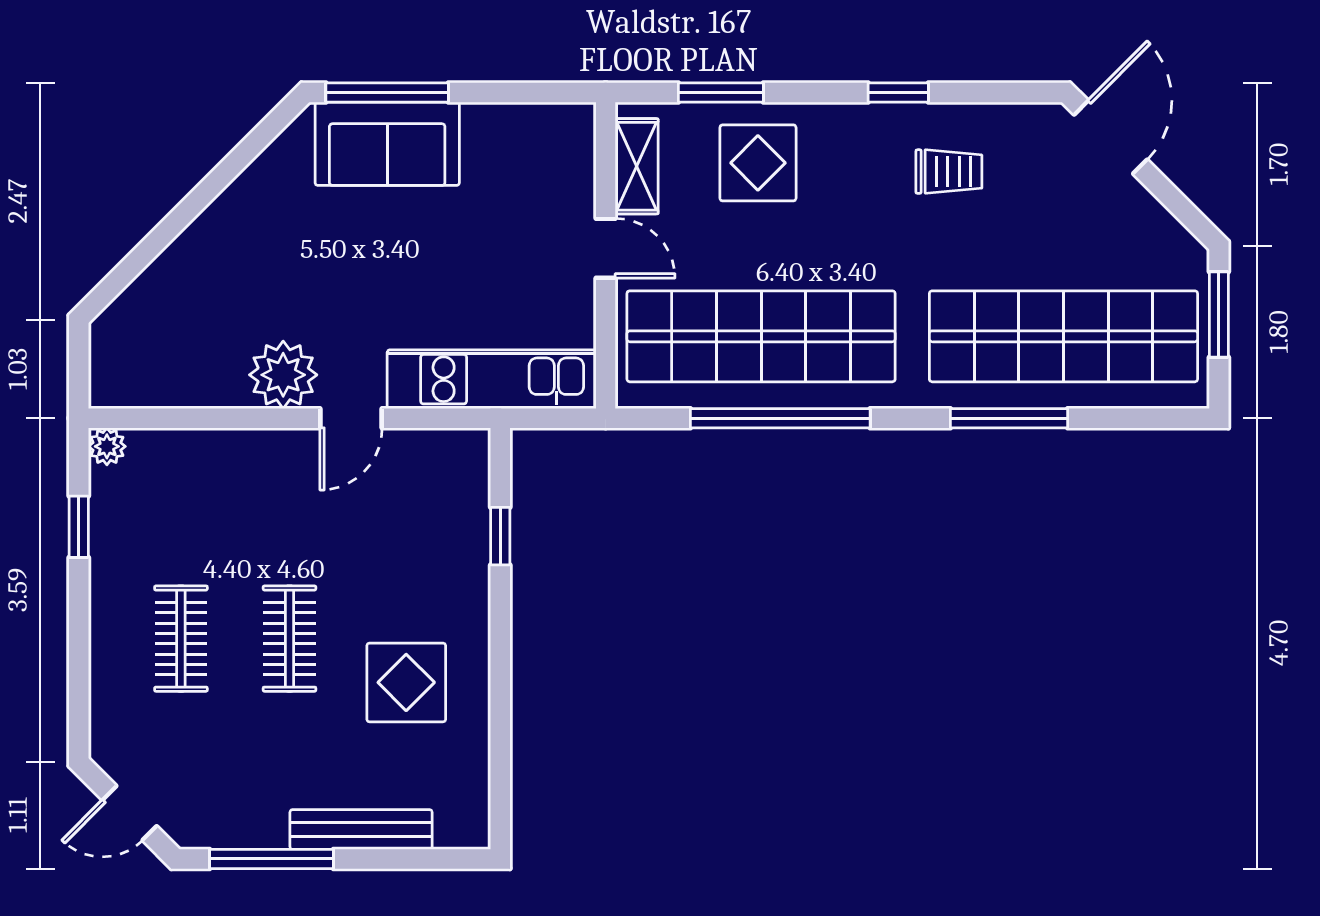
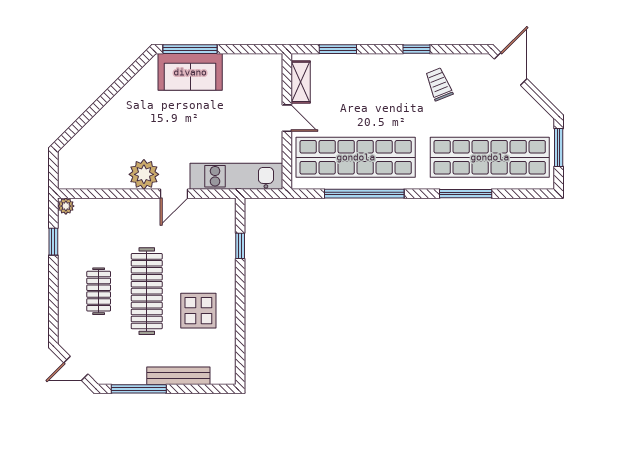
display table: (758, 163) -> (354, 80), removed
trolley: (949, 172) -> (439, 84), turned -112
clothes rail: (289, 639) -> (147, 291), width x1.86, depth x1.31

